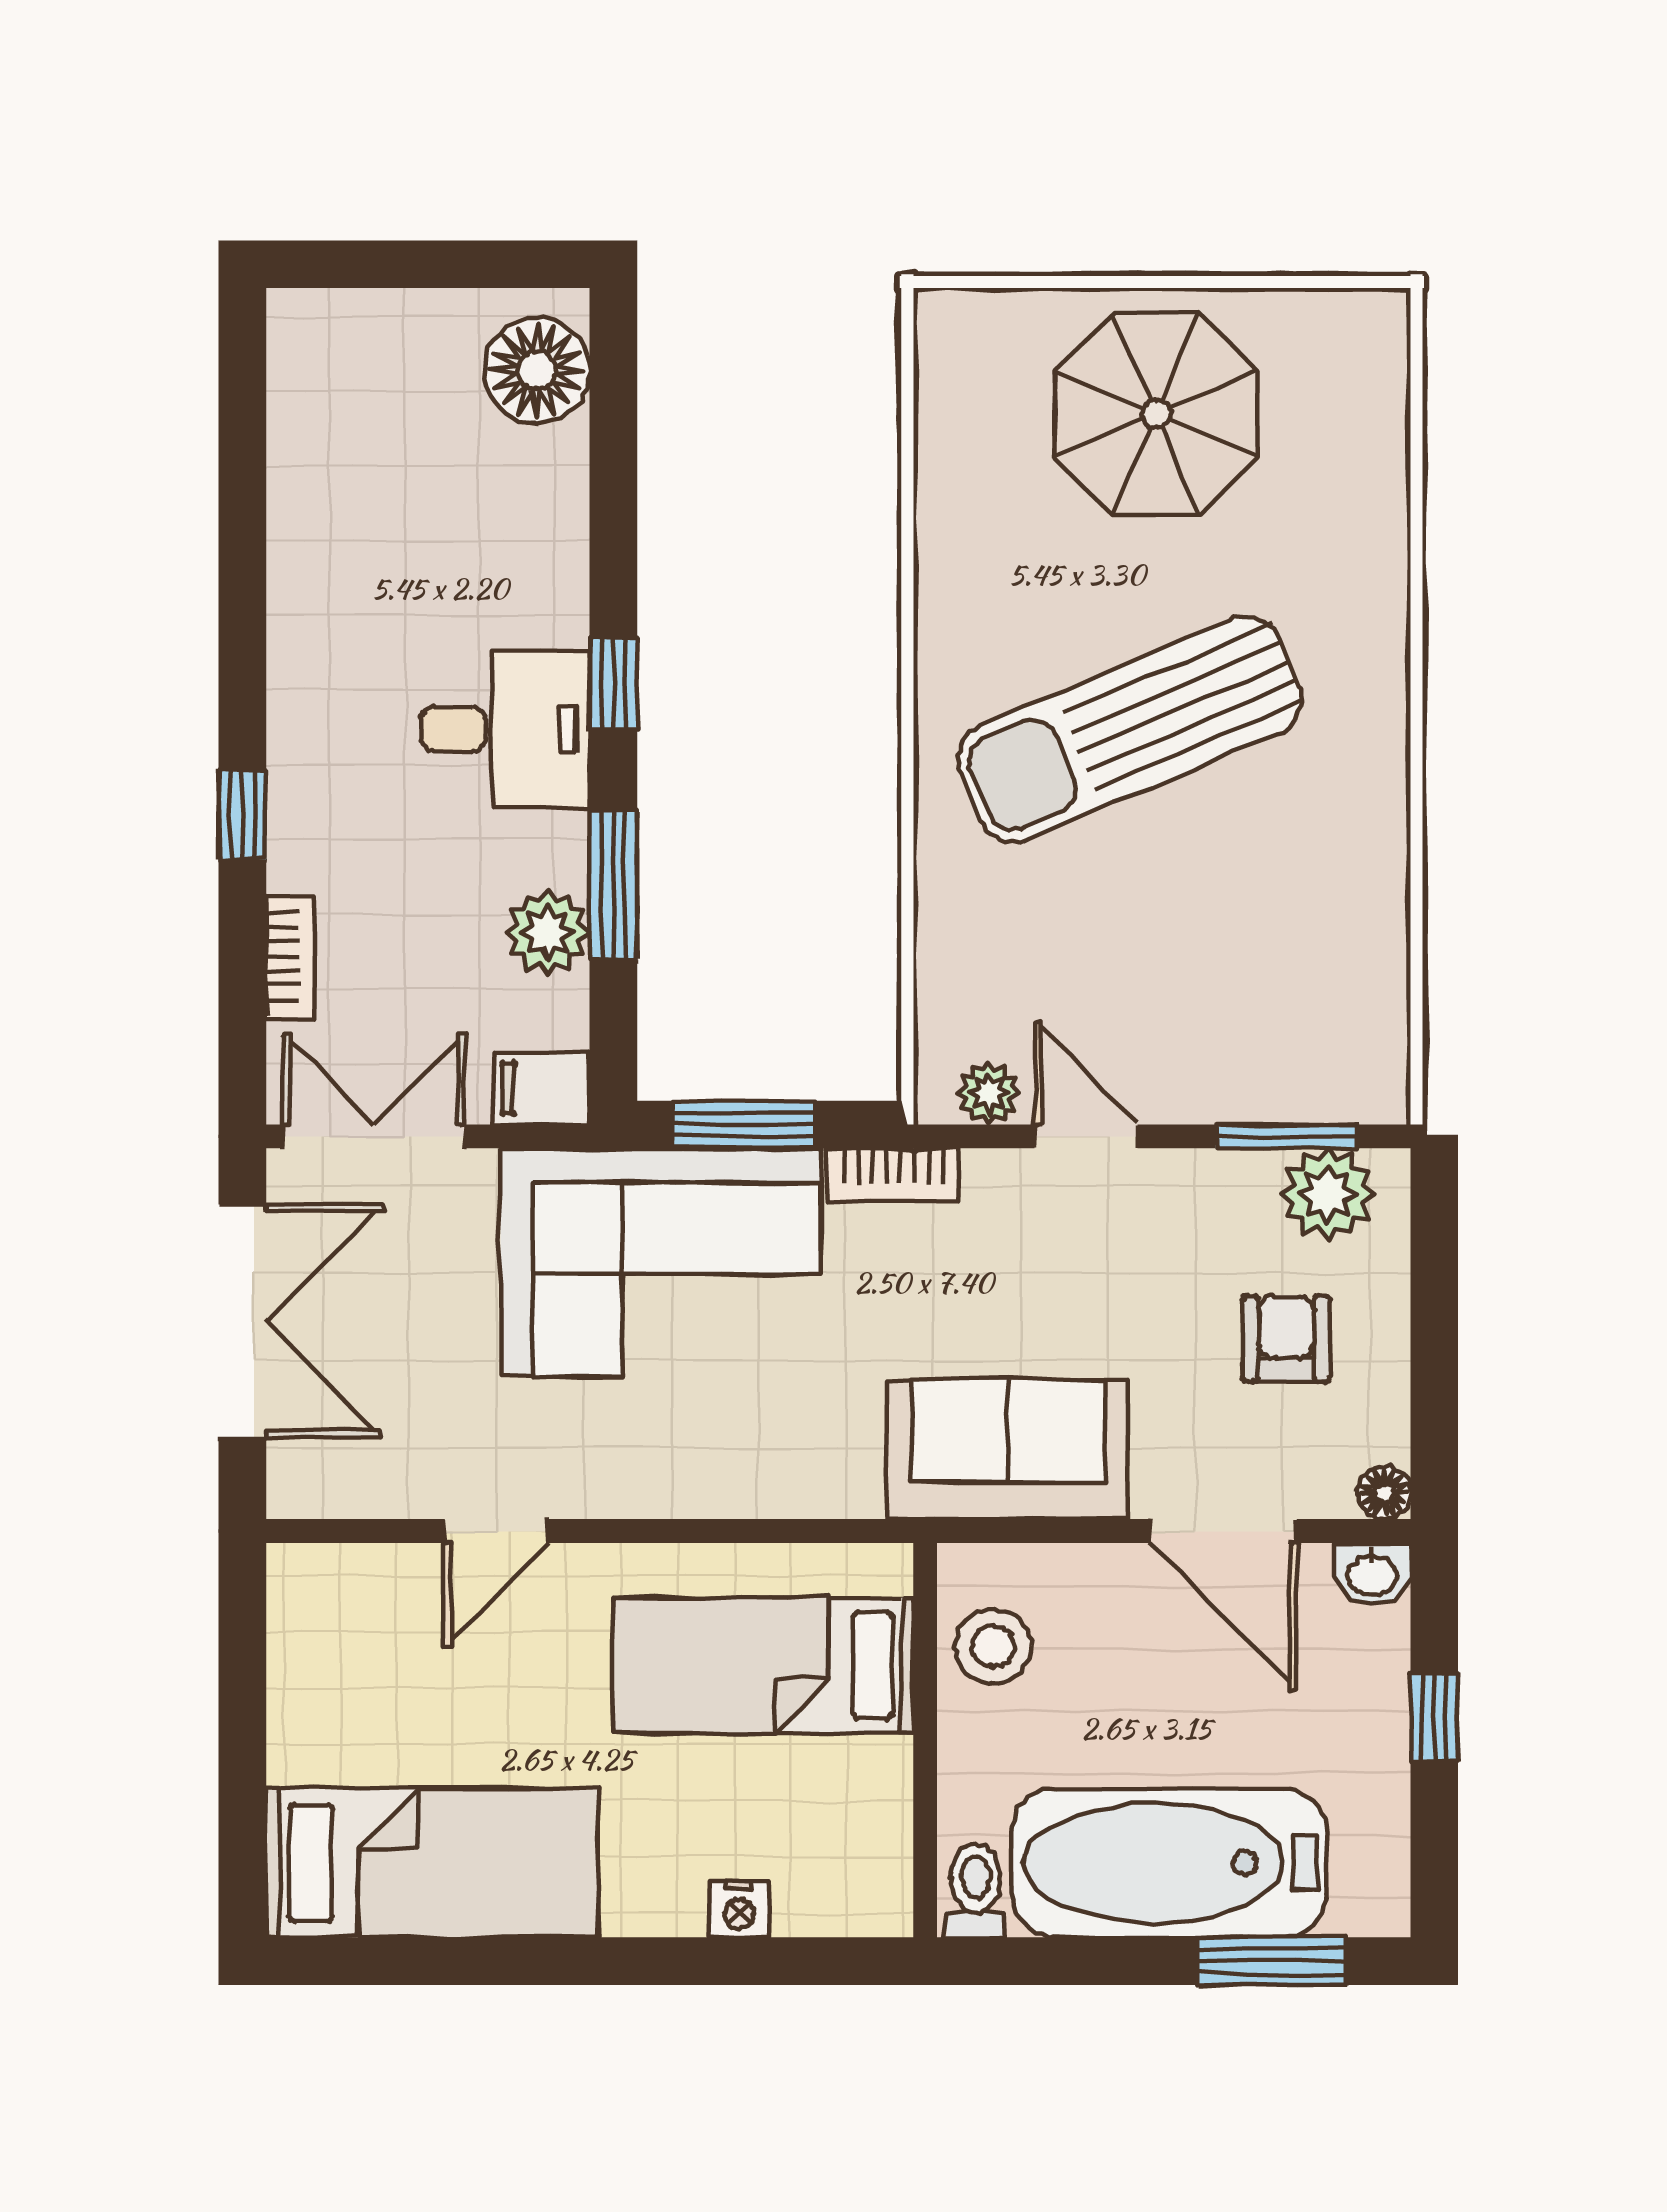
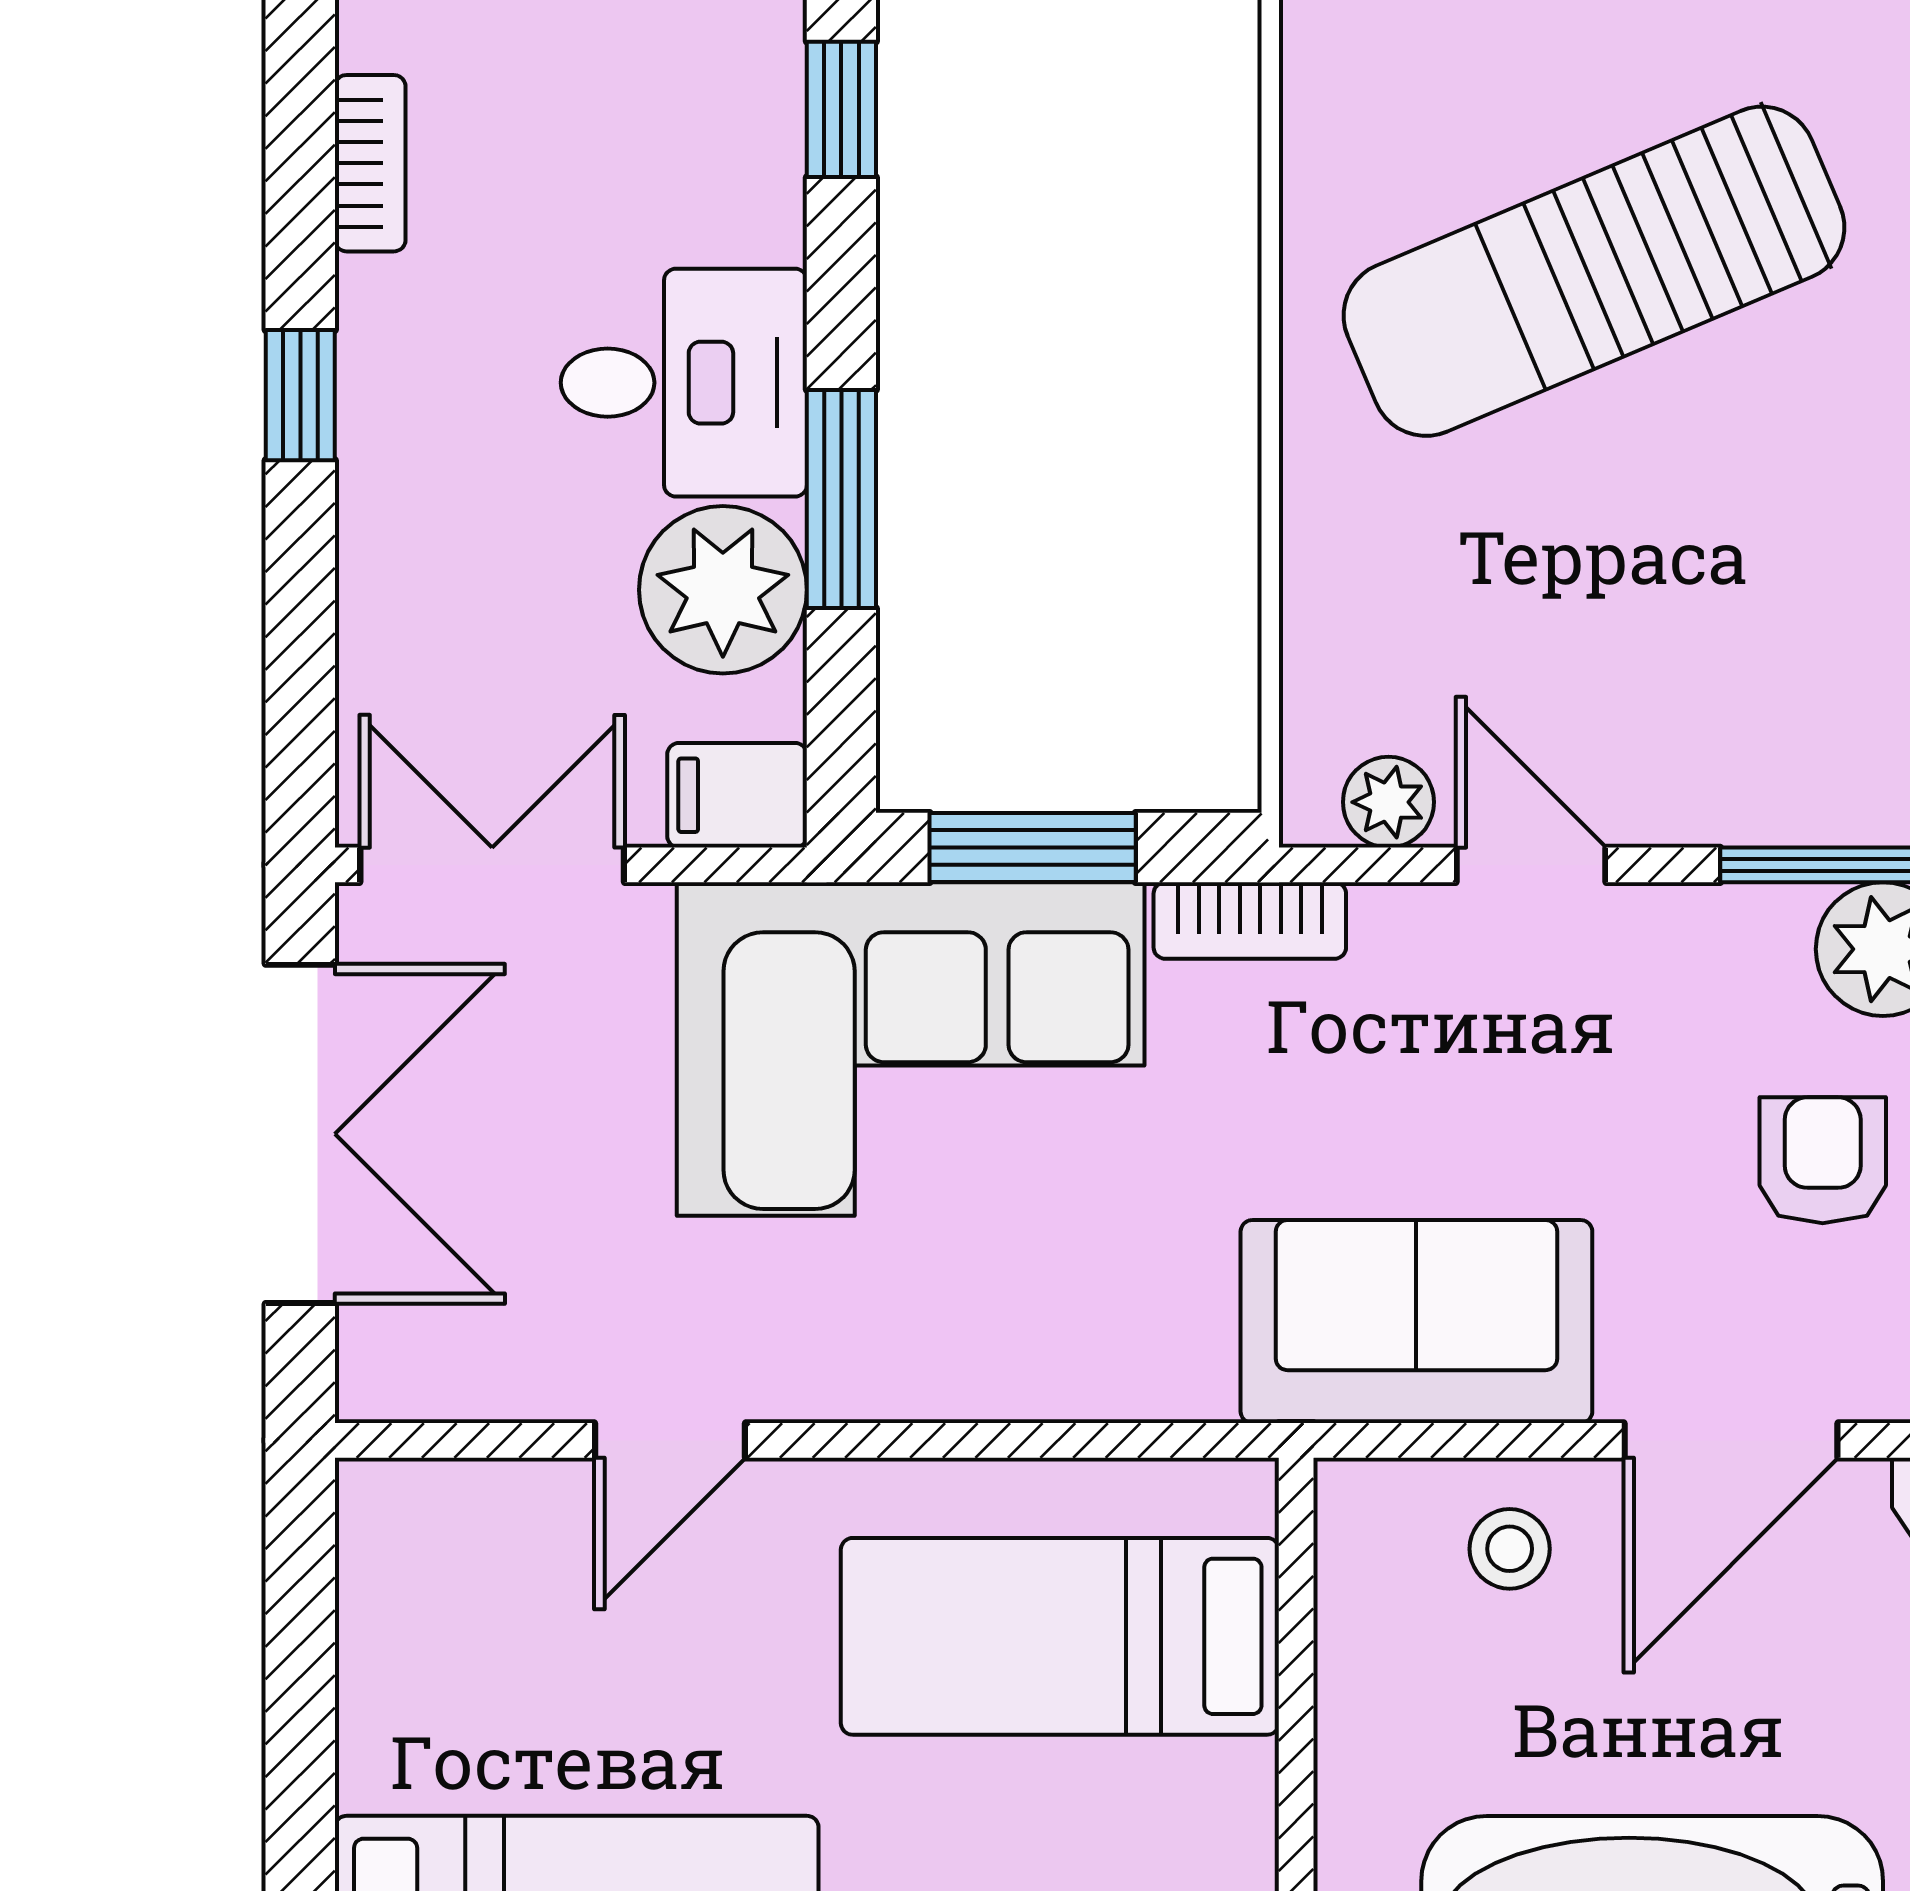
window: (613, 684) -> (841, 109), moved
desk: (505, 729) -> (684, 383), moved
plant: (547, 933) -> (723, 590), width x1.36, depth x1.36
bookcase: (290, 956) -> (370, 163), moved
door: (1223, 1531) -> (1731, 1440), hinge flipped
stool: (993, 1646) -> (1510, 1549), moved, width x0.73, depth x0.73

